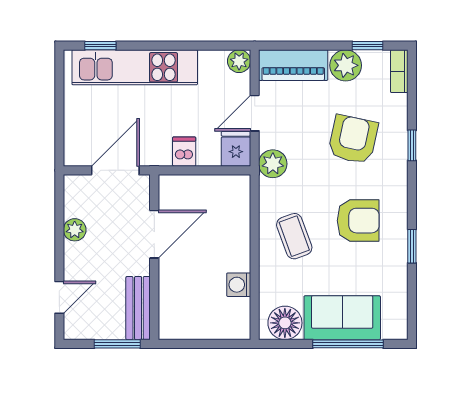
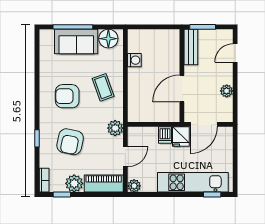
fridge: (236, 149) -> (181, 136), moved
window: (412, 246) -> (37, 82), removed

